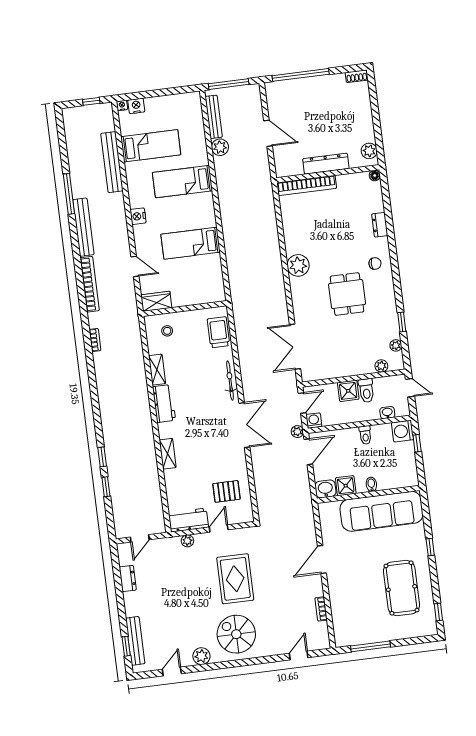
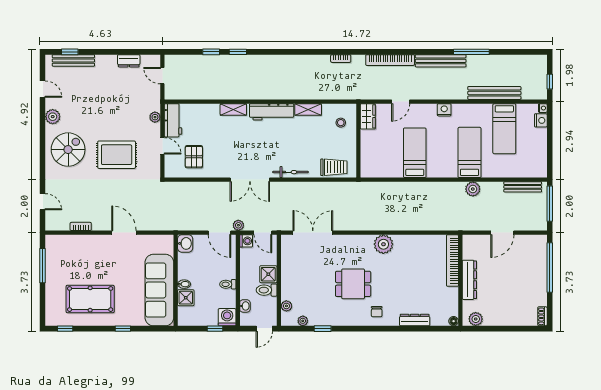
plant: (220, 147) -> (473, 189), moved
dresser: (380, 225) -> (415, 320), width x1.44
workbench: (164, 403) -> (272, 112), width x1.38
shower: (346, 486) -> (186, 298), moved

